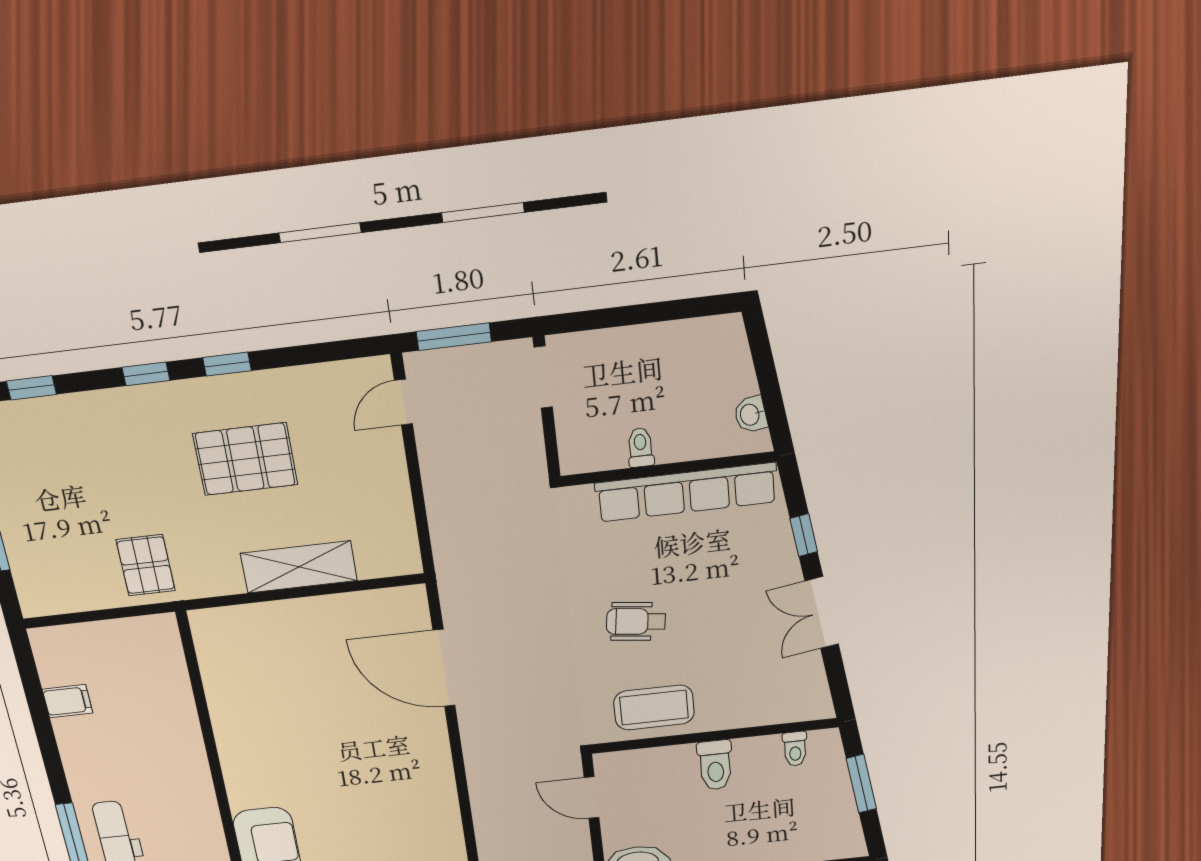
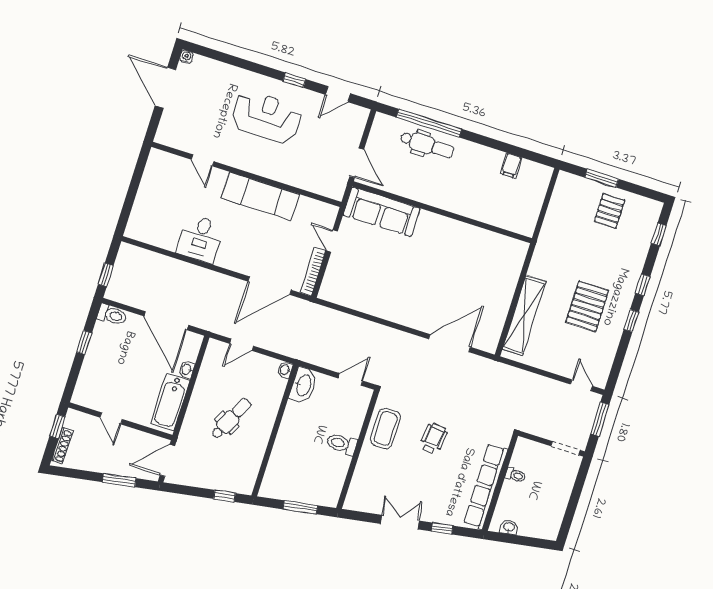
pallet: (146, 565) -> (609, 211), moved, turned 90
shelving: (299, 567) -> (524, 315), width x1.47
toilet: (795, 749) -> (334, 484), removed

